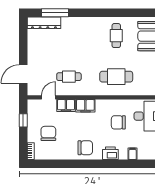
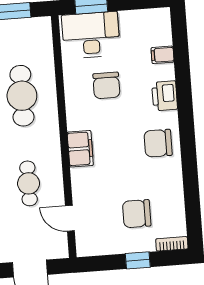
filing cabinet: (66, 106) -> (83, 185), removed
window: (23, 120) -> (138, 260), moved
chair: (85, 148) -> (158, 143), turned -90

